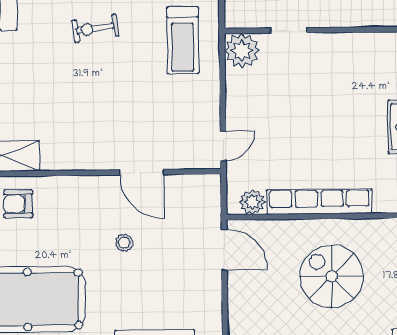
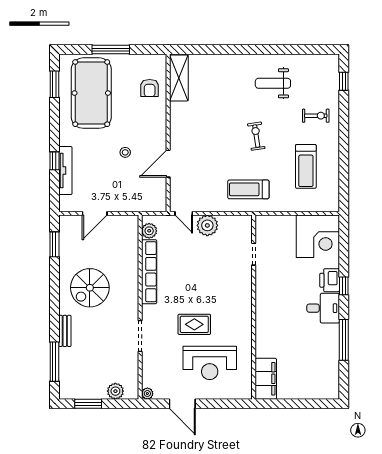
plant: (242, 51) -> (207, 225), moved
armchair: (18, 204) -> (150, 88), turned 180
door: (224, 250) -> (95, 213), moved
spiral stairs: (332, 276) -> (90, 288), moved, turned 180

